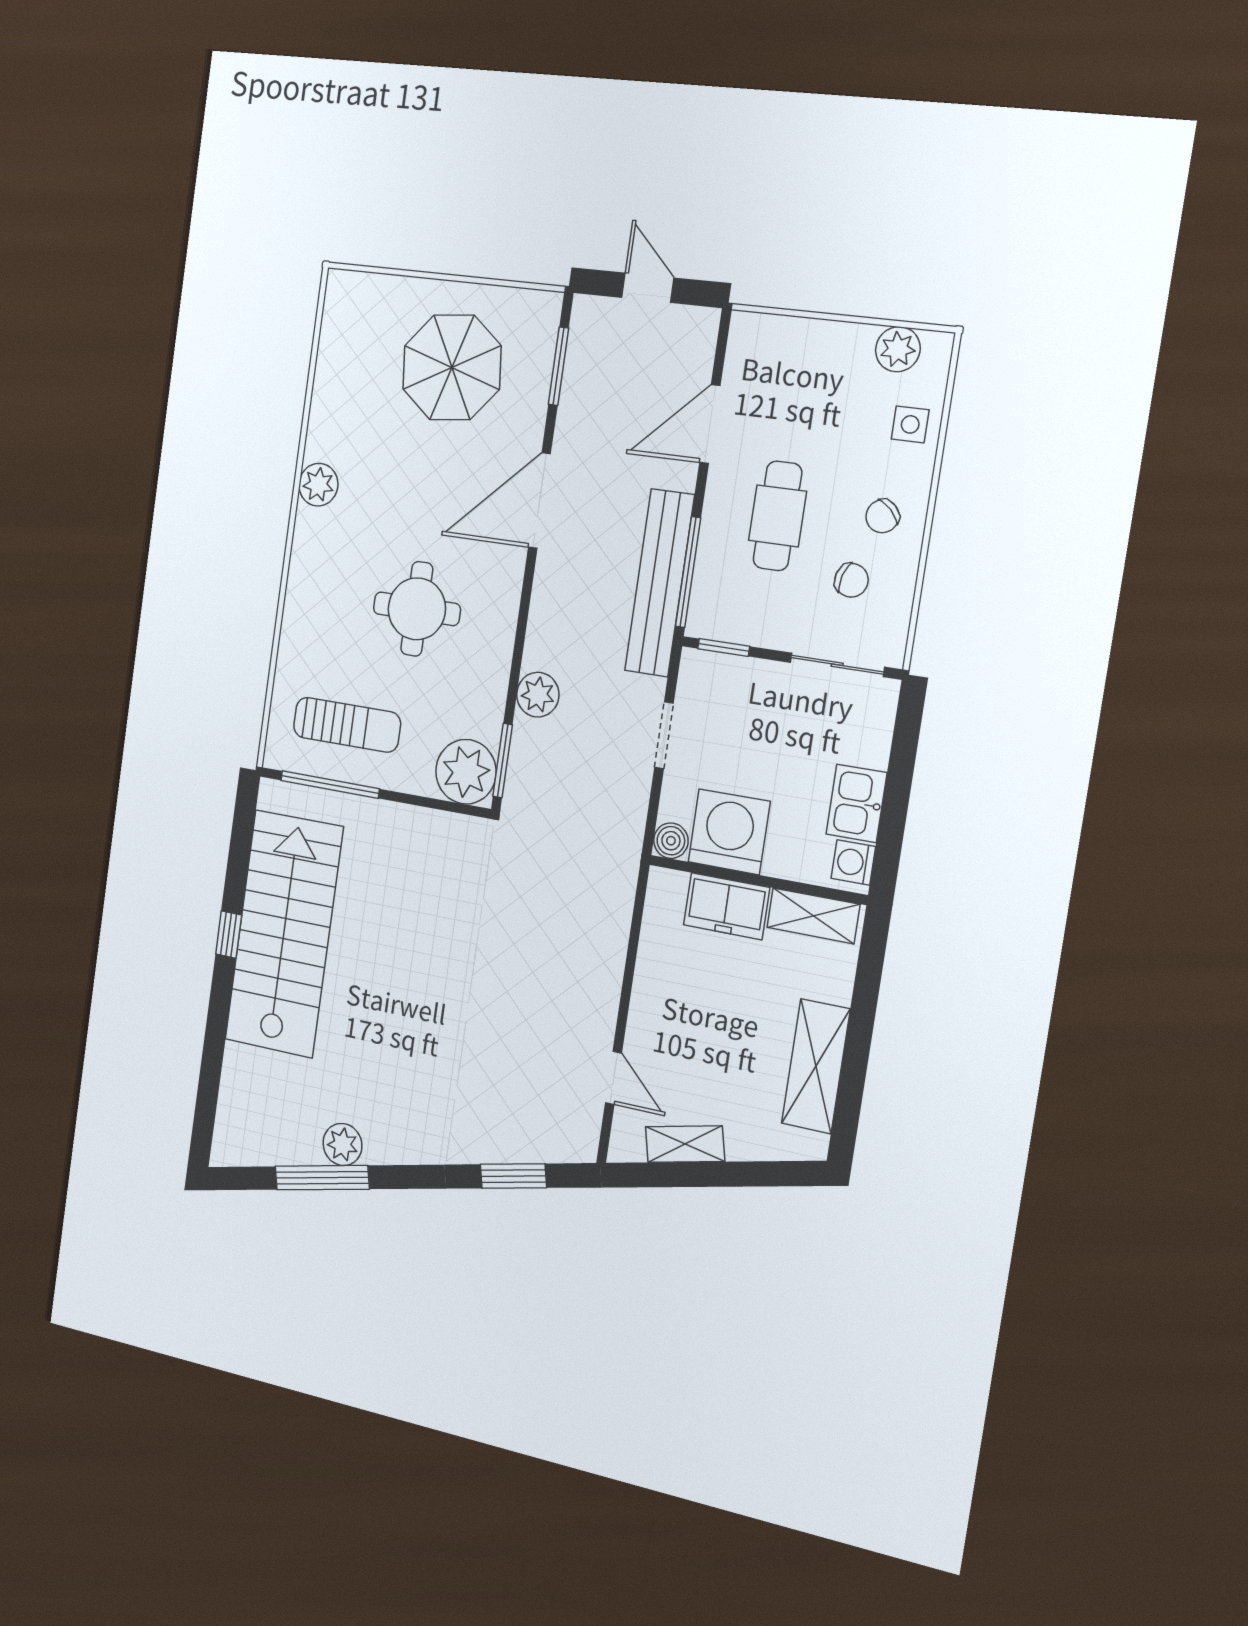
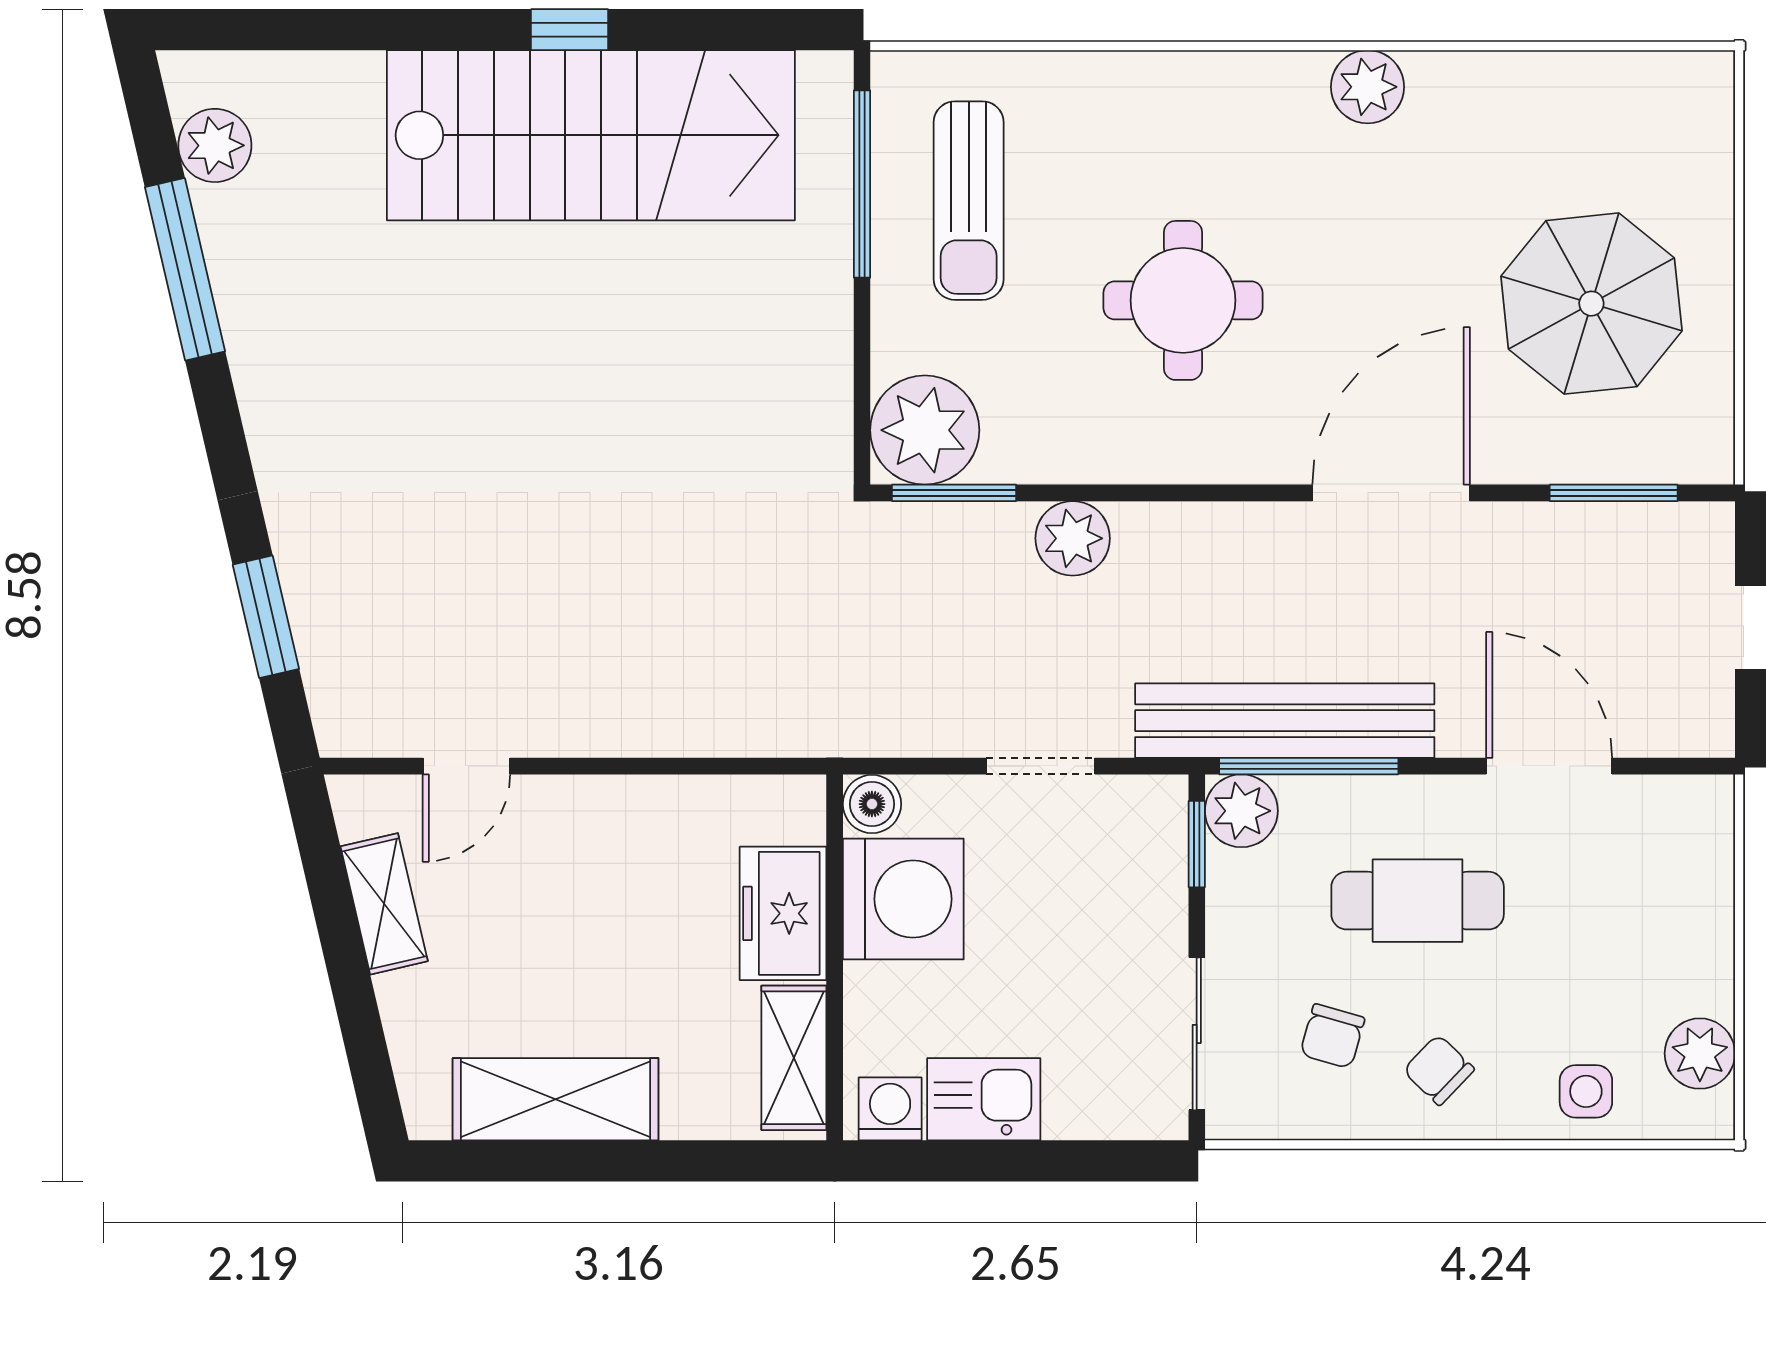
door: (539, 501) -> (1391, 493), hinge flipped
plant: (708, 617) -> (1241, 811), added
plant: (342, 1144) -> (215, 145), moved

